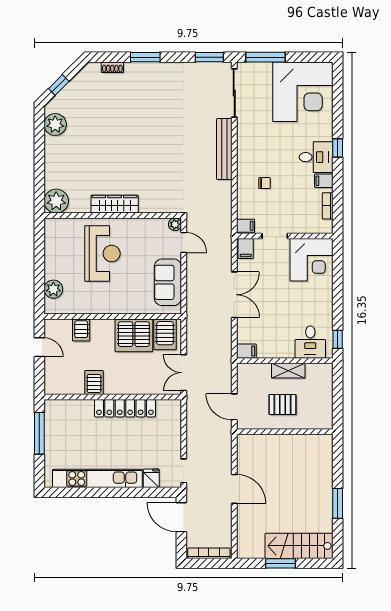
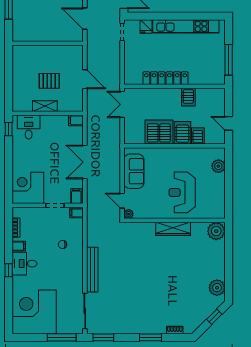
server rack: (165, 334) -> (183, 133), moved
double door: (184, 373) -> (122, 104), swing flipped
wall: (285, 432) -> (48, 43), moved

